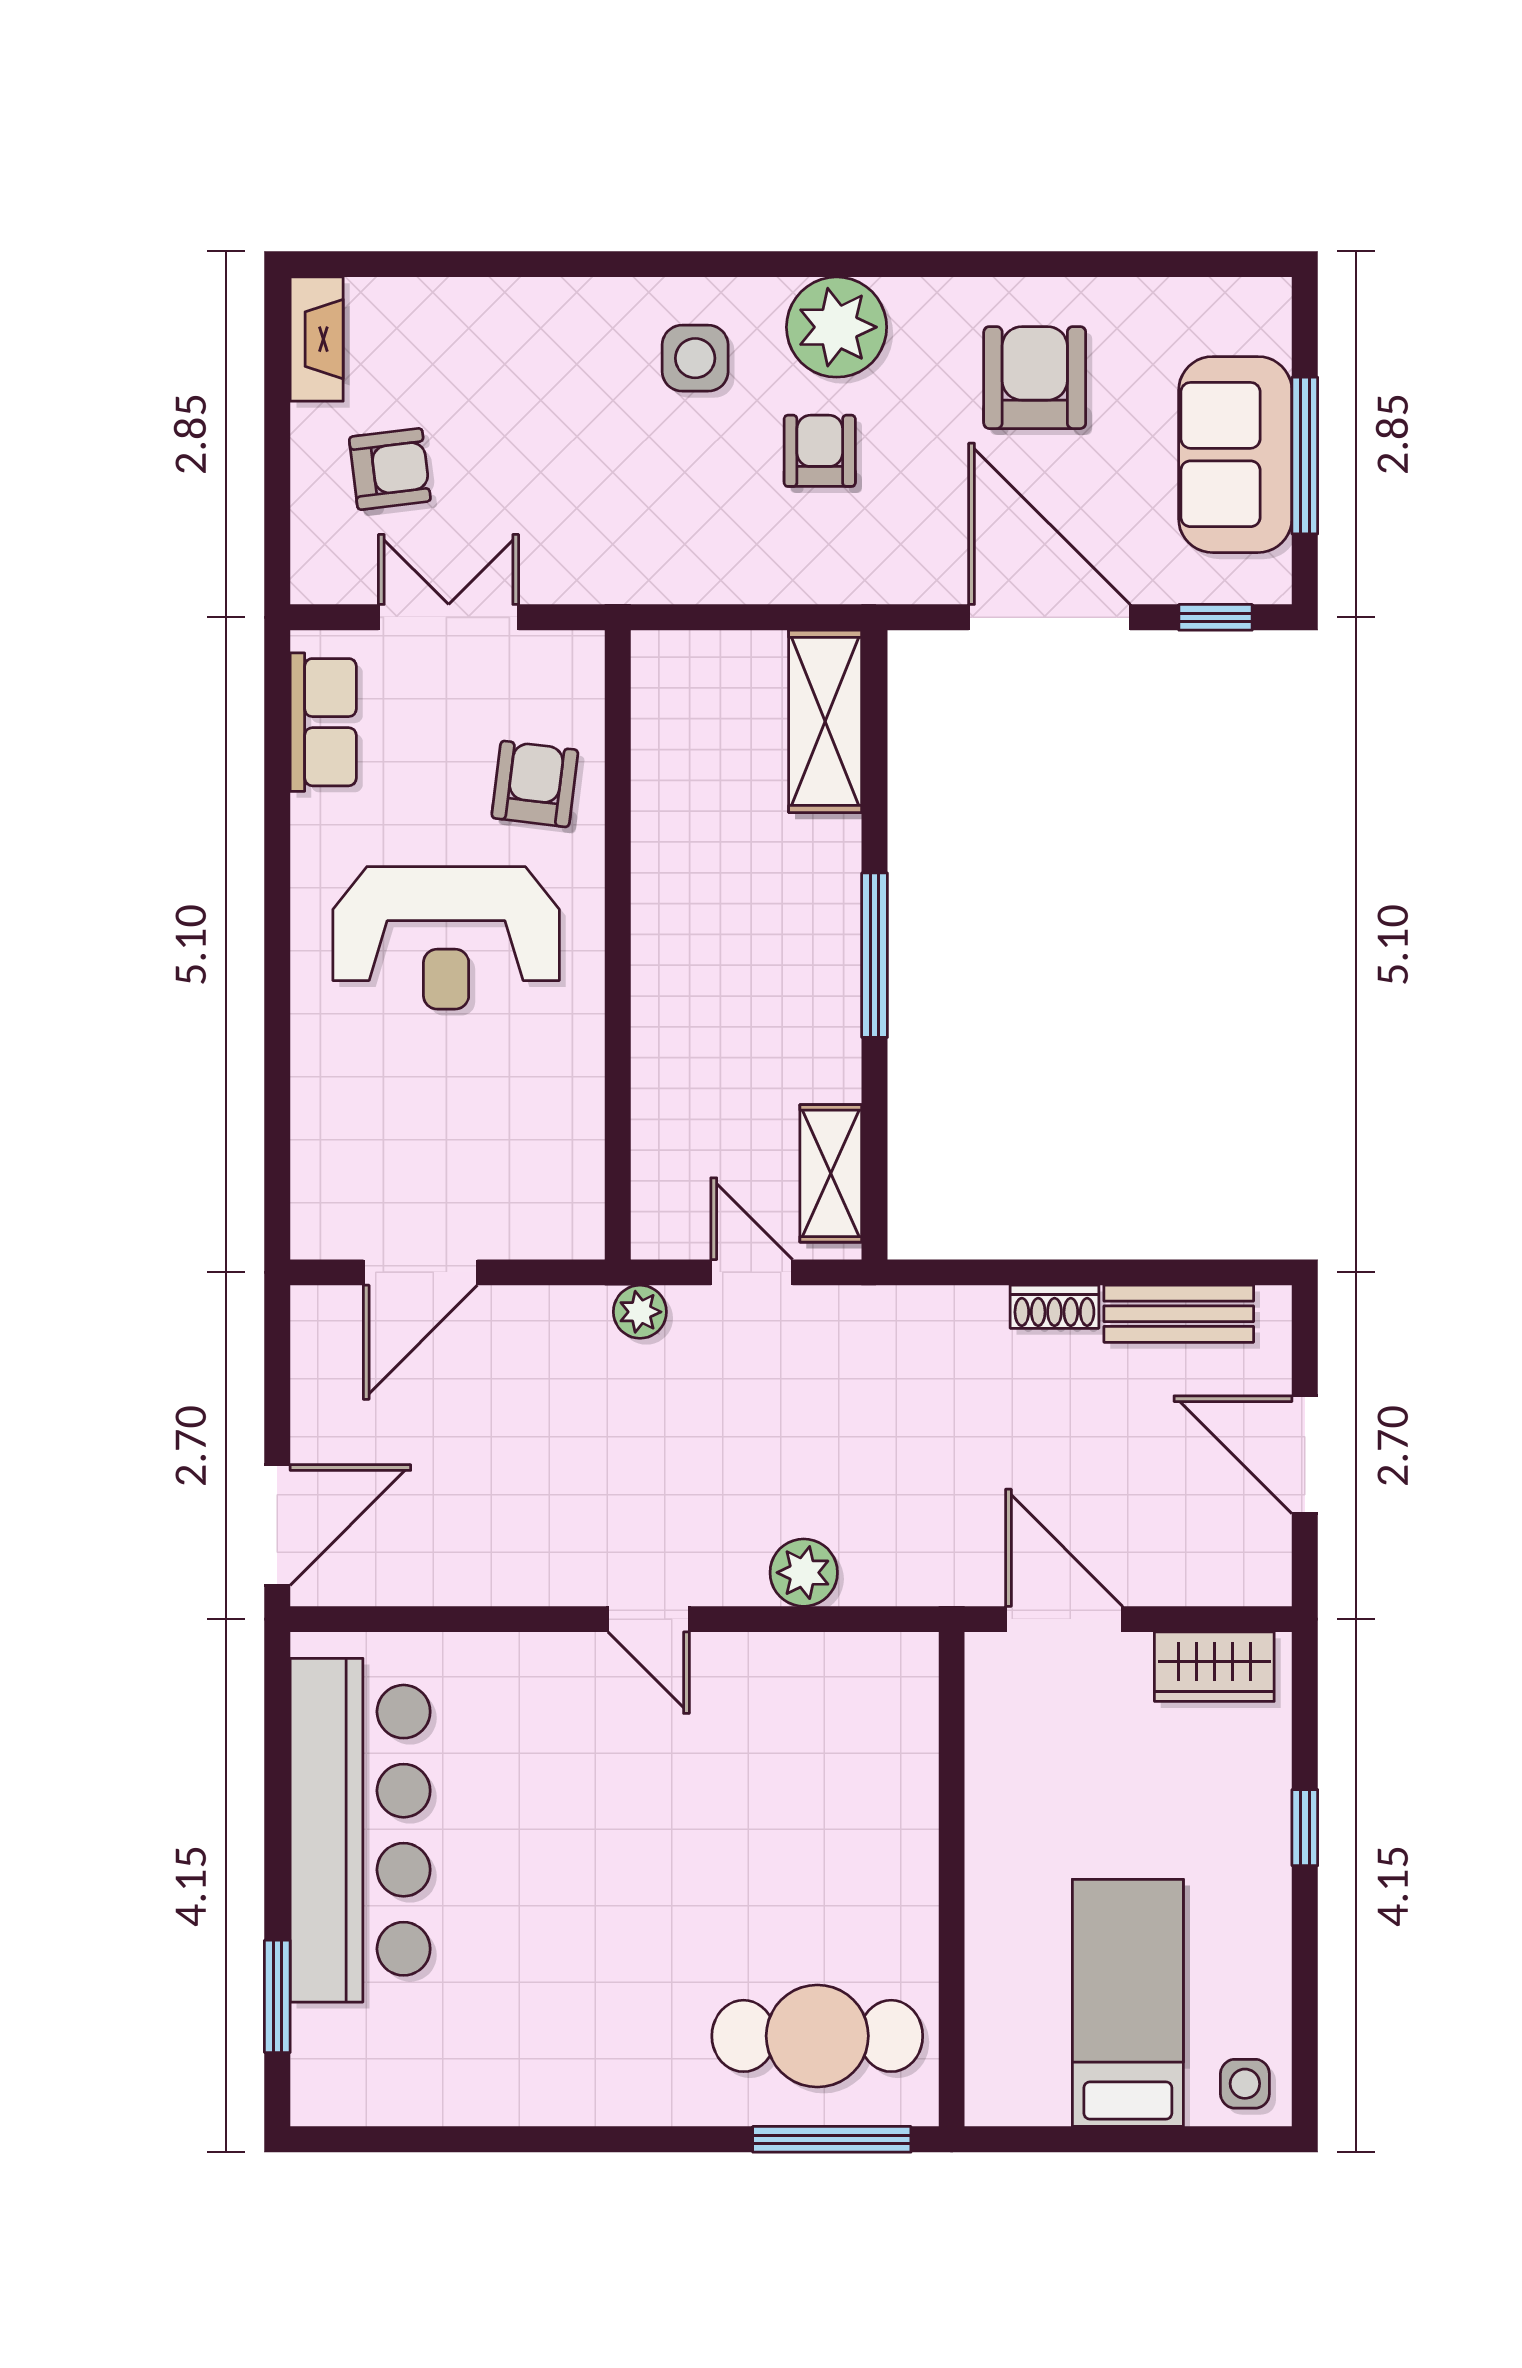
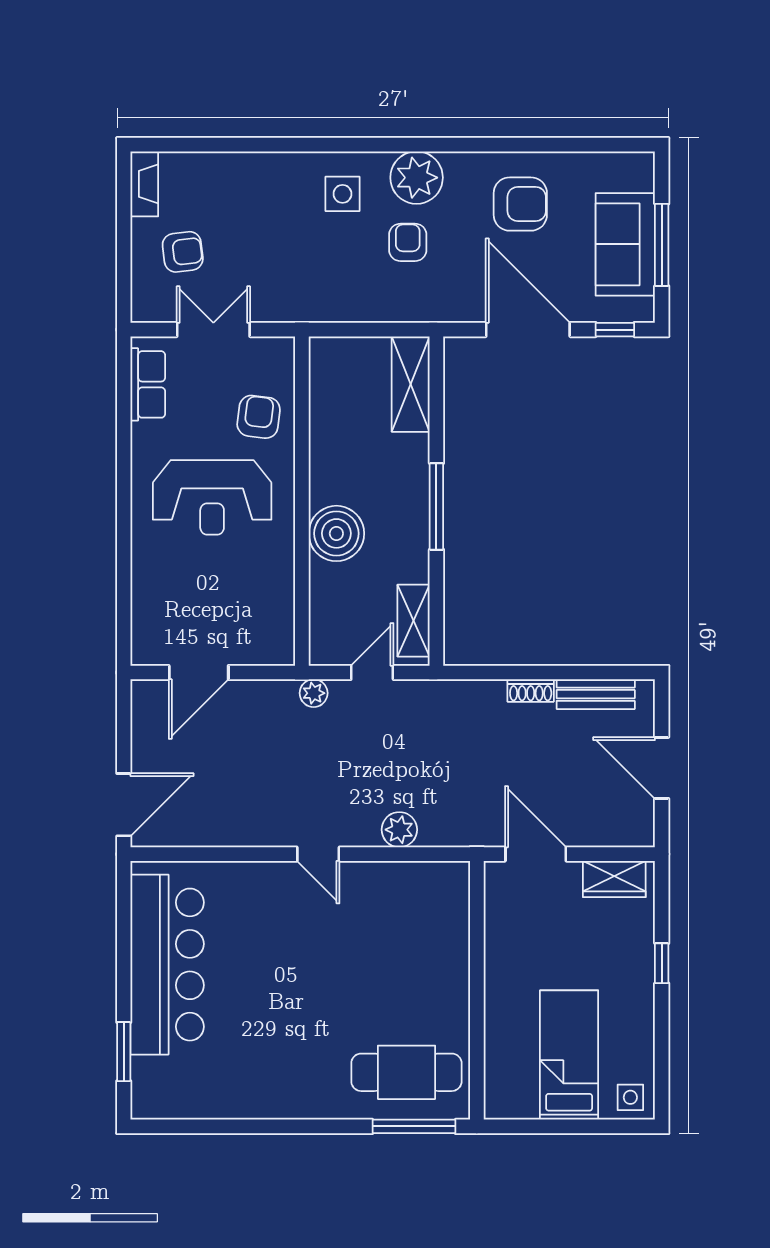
armchair: (1035, 378) -> (520, 204), turned 90
boiler: (683, 1007) -> (336, 533), added
door: (752, 1272) -> (372, 673), hinge flipped

